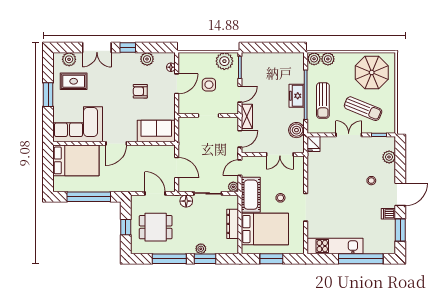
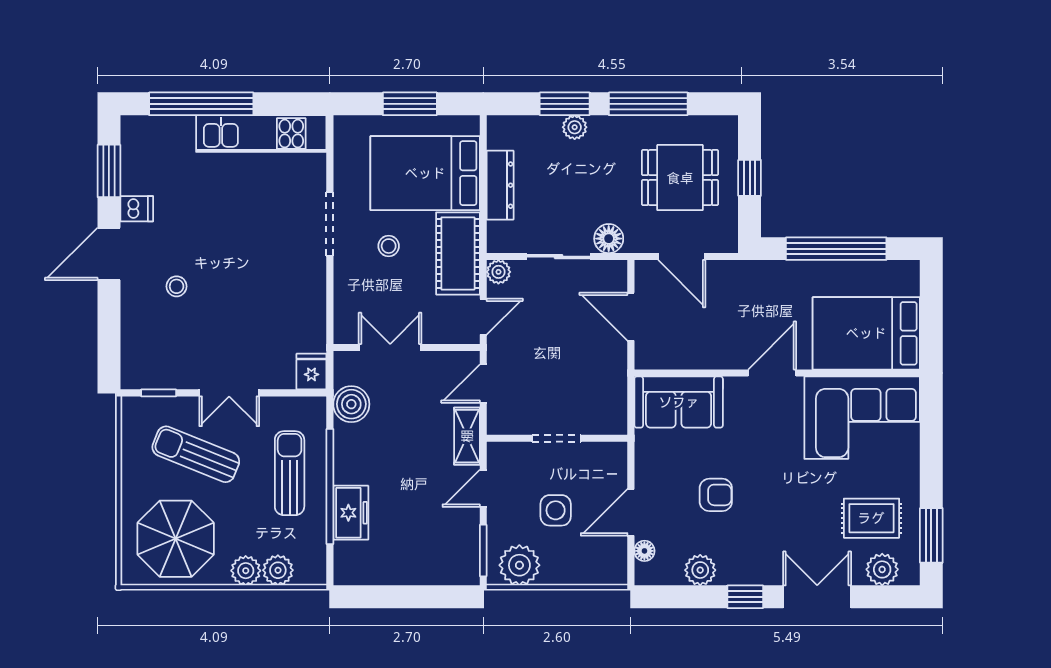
plant: (314, 59) -> (246, 571), moved
window: (48, 95) -> (931, 535), moved
freezer: (297, 96) -> (351, 513), moved
plant: (389, 157) -> (135, 341), removed

